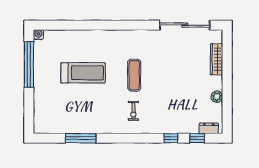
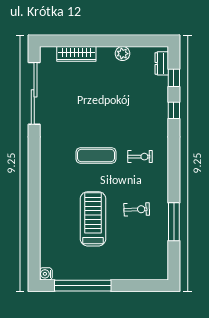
exercise bike: (91, 108) -> (137, 209), added

